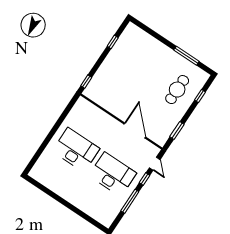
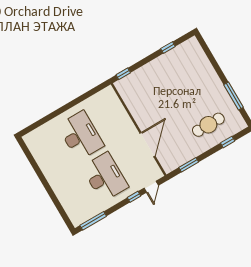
window: (130, 201) -> (93, 221), moved

